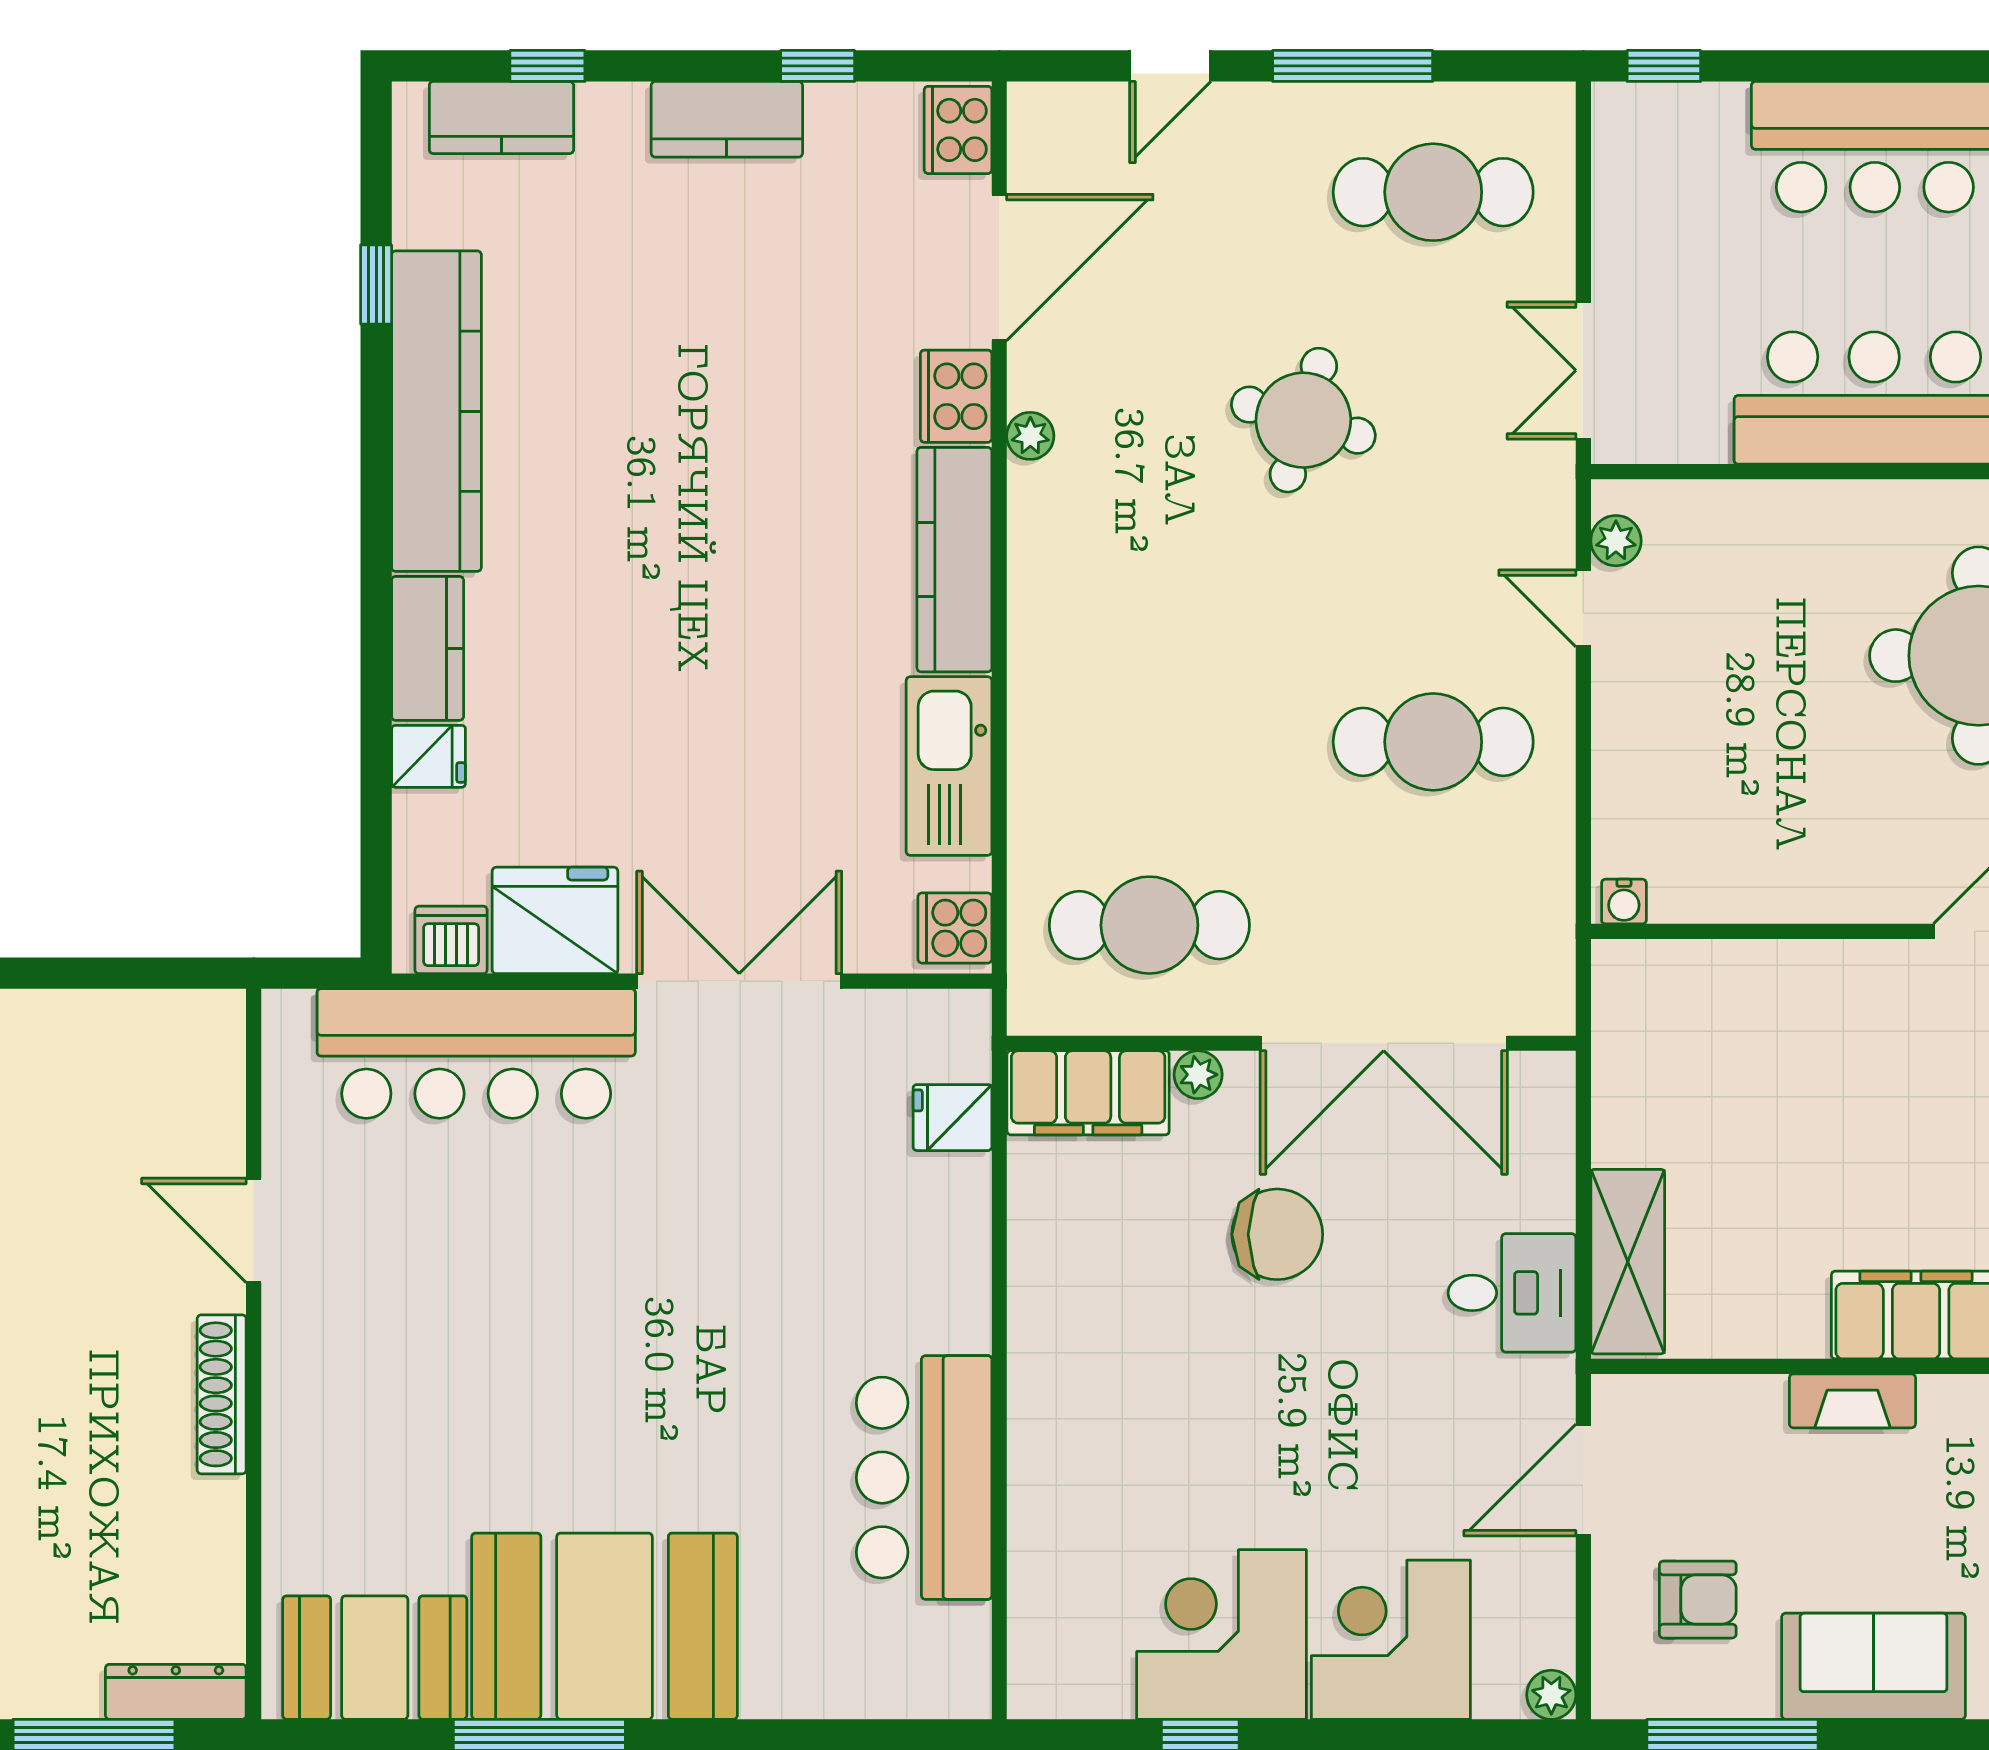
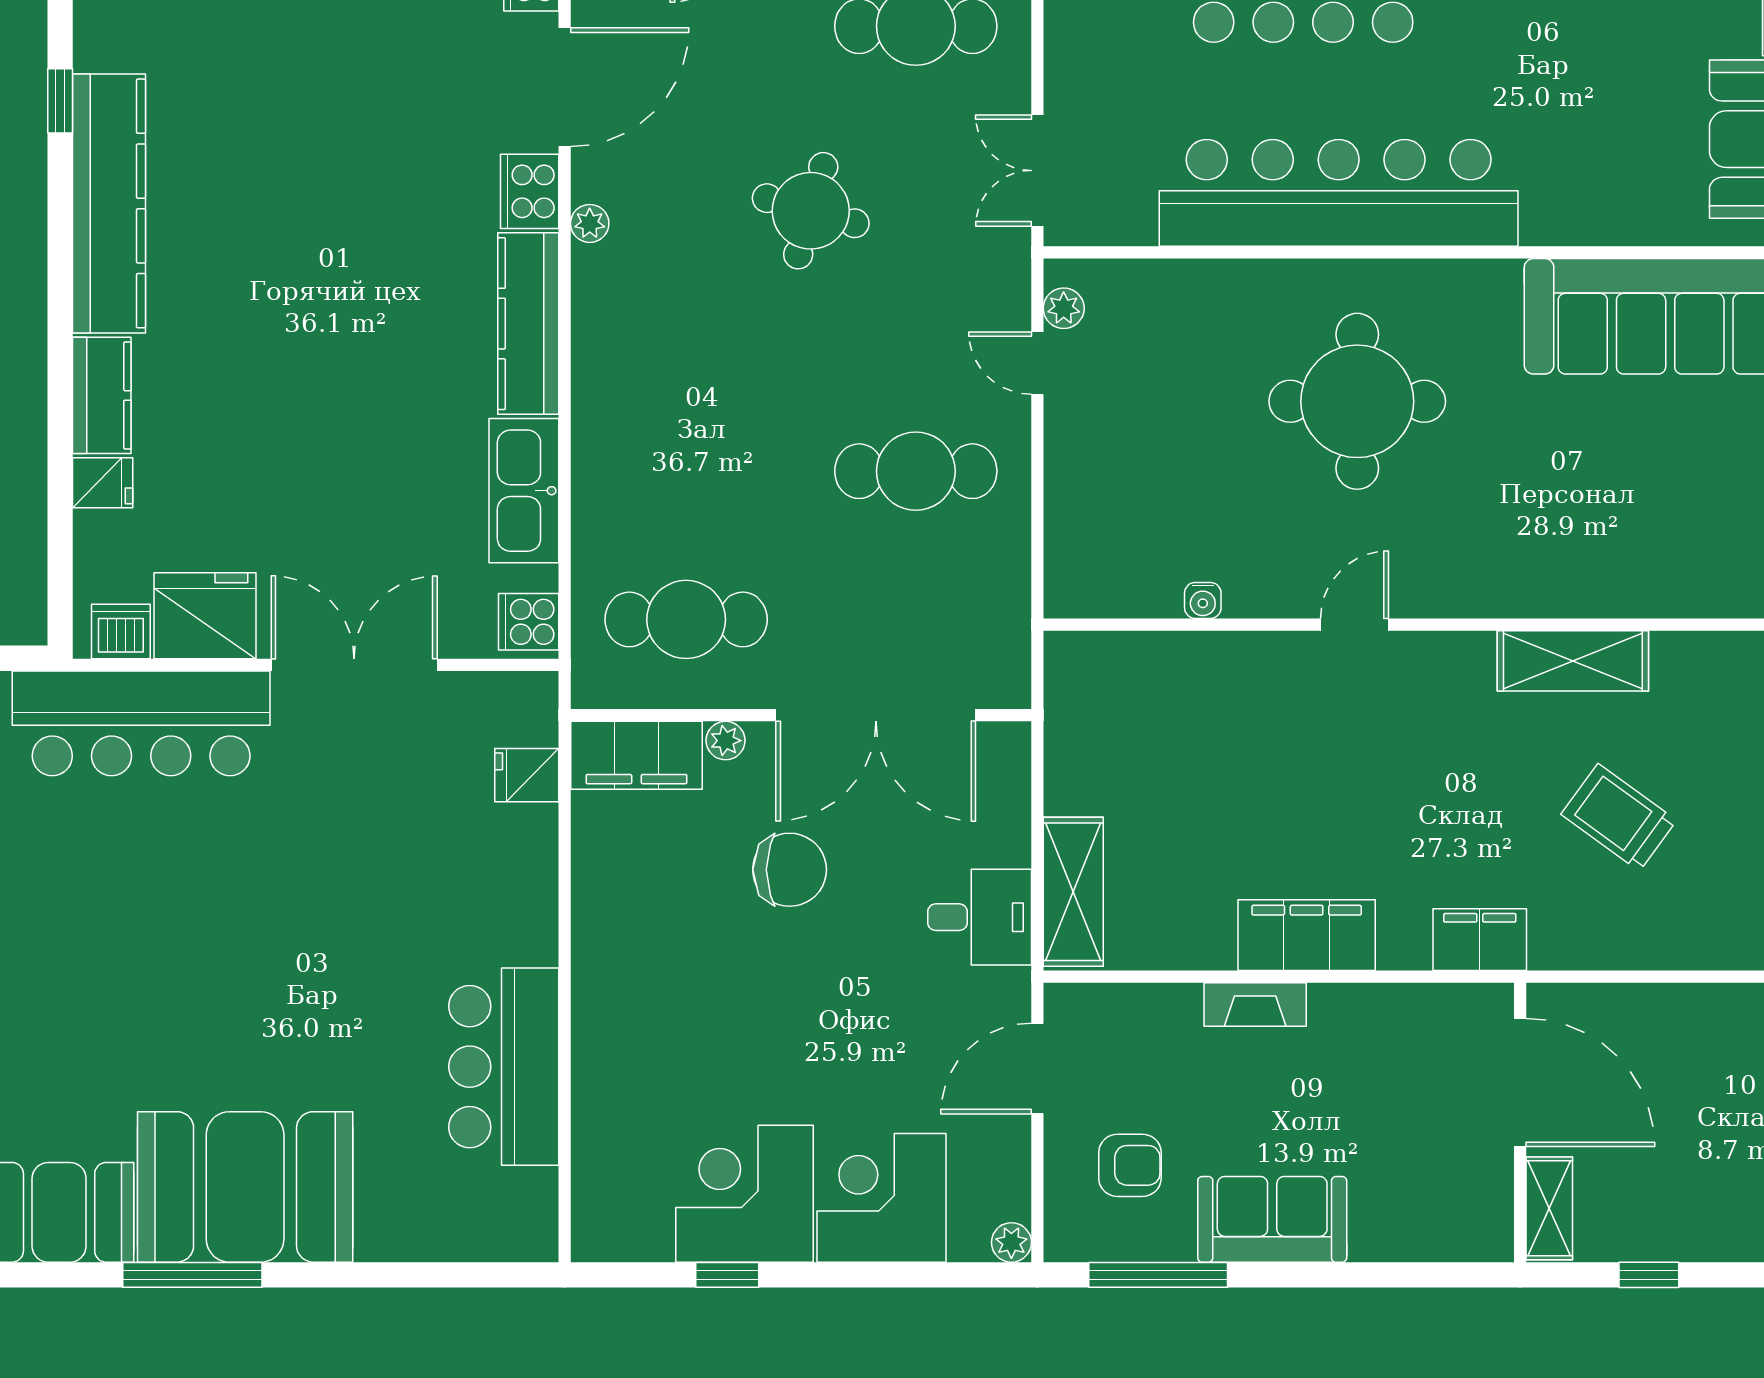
water cooler: (1624, 902) -> (1203, 600), moved

